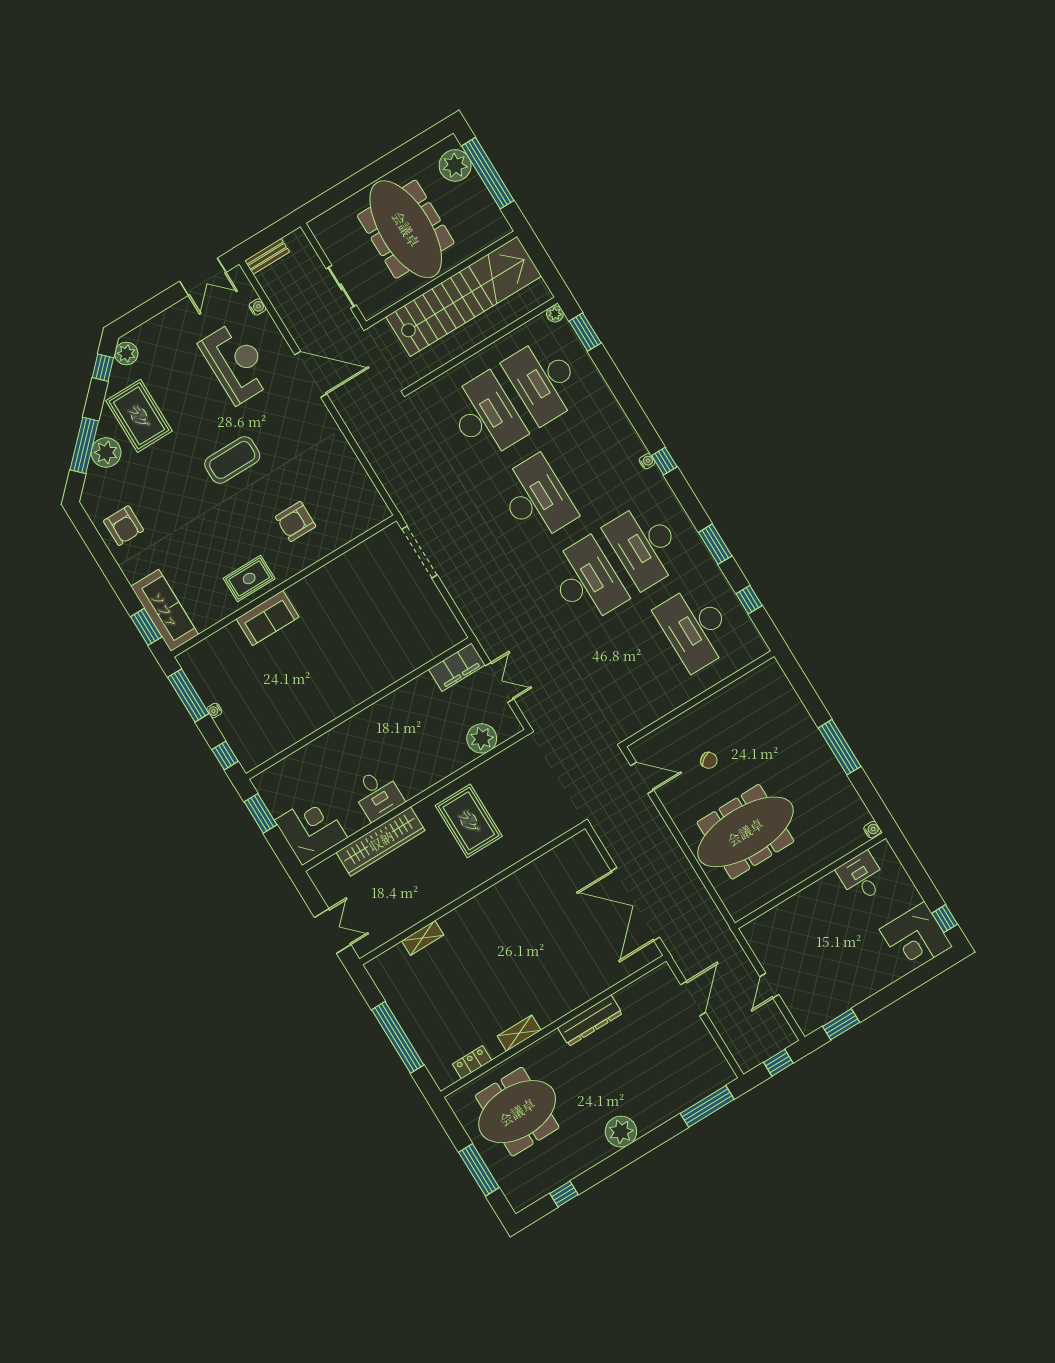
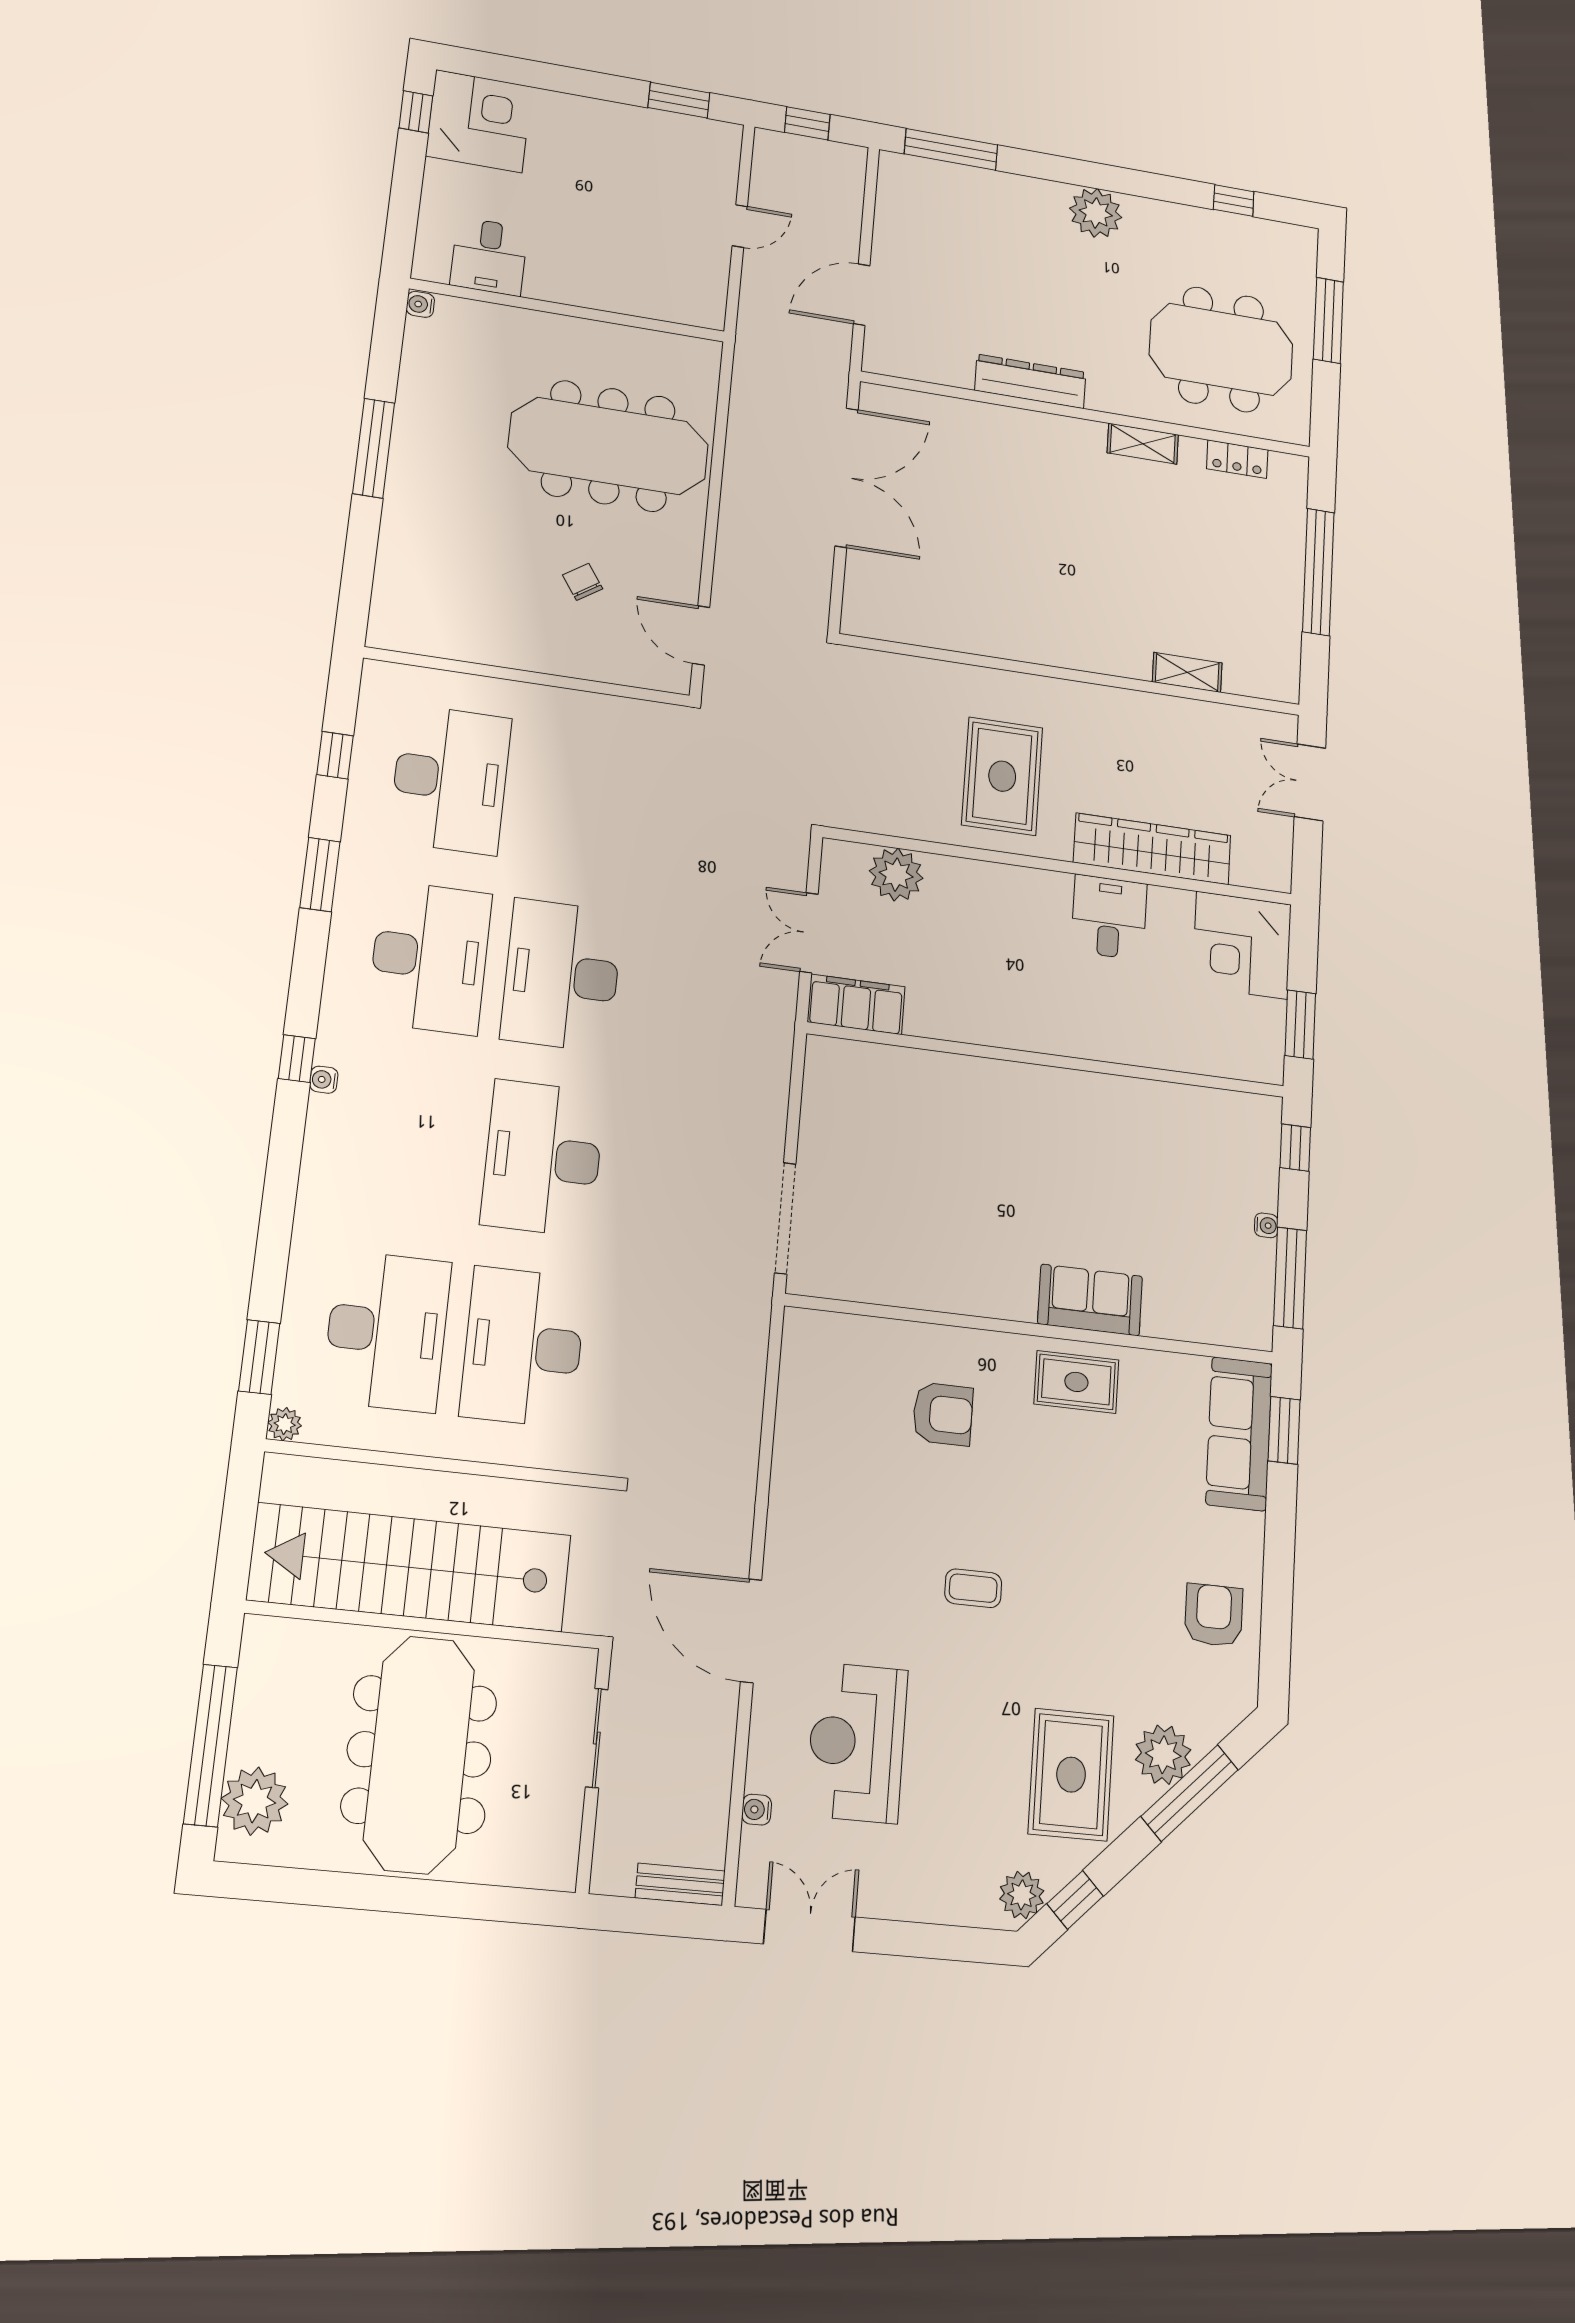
coffee table: (232, 460) -> (973, 1588), width x0.54, depth x0.58

